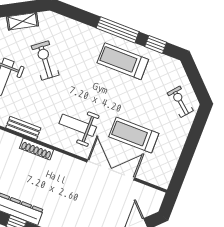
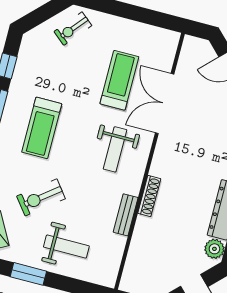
treadmill: (123, 61) -> (42, 128), moved
treadmill: (134, 135) -> (119, 80), turned 180

